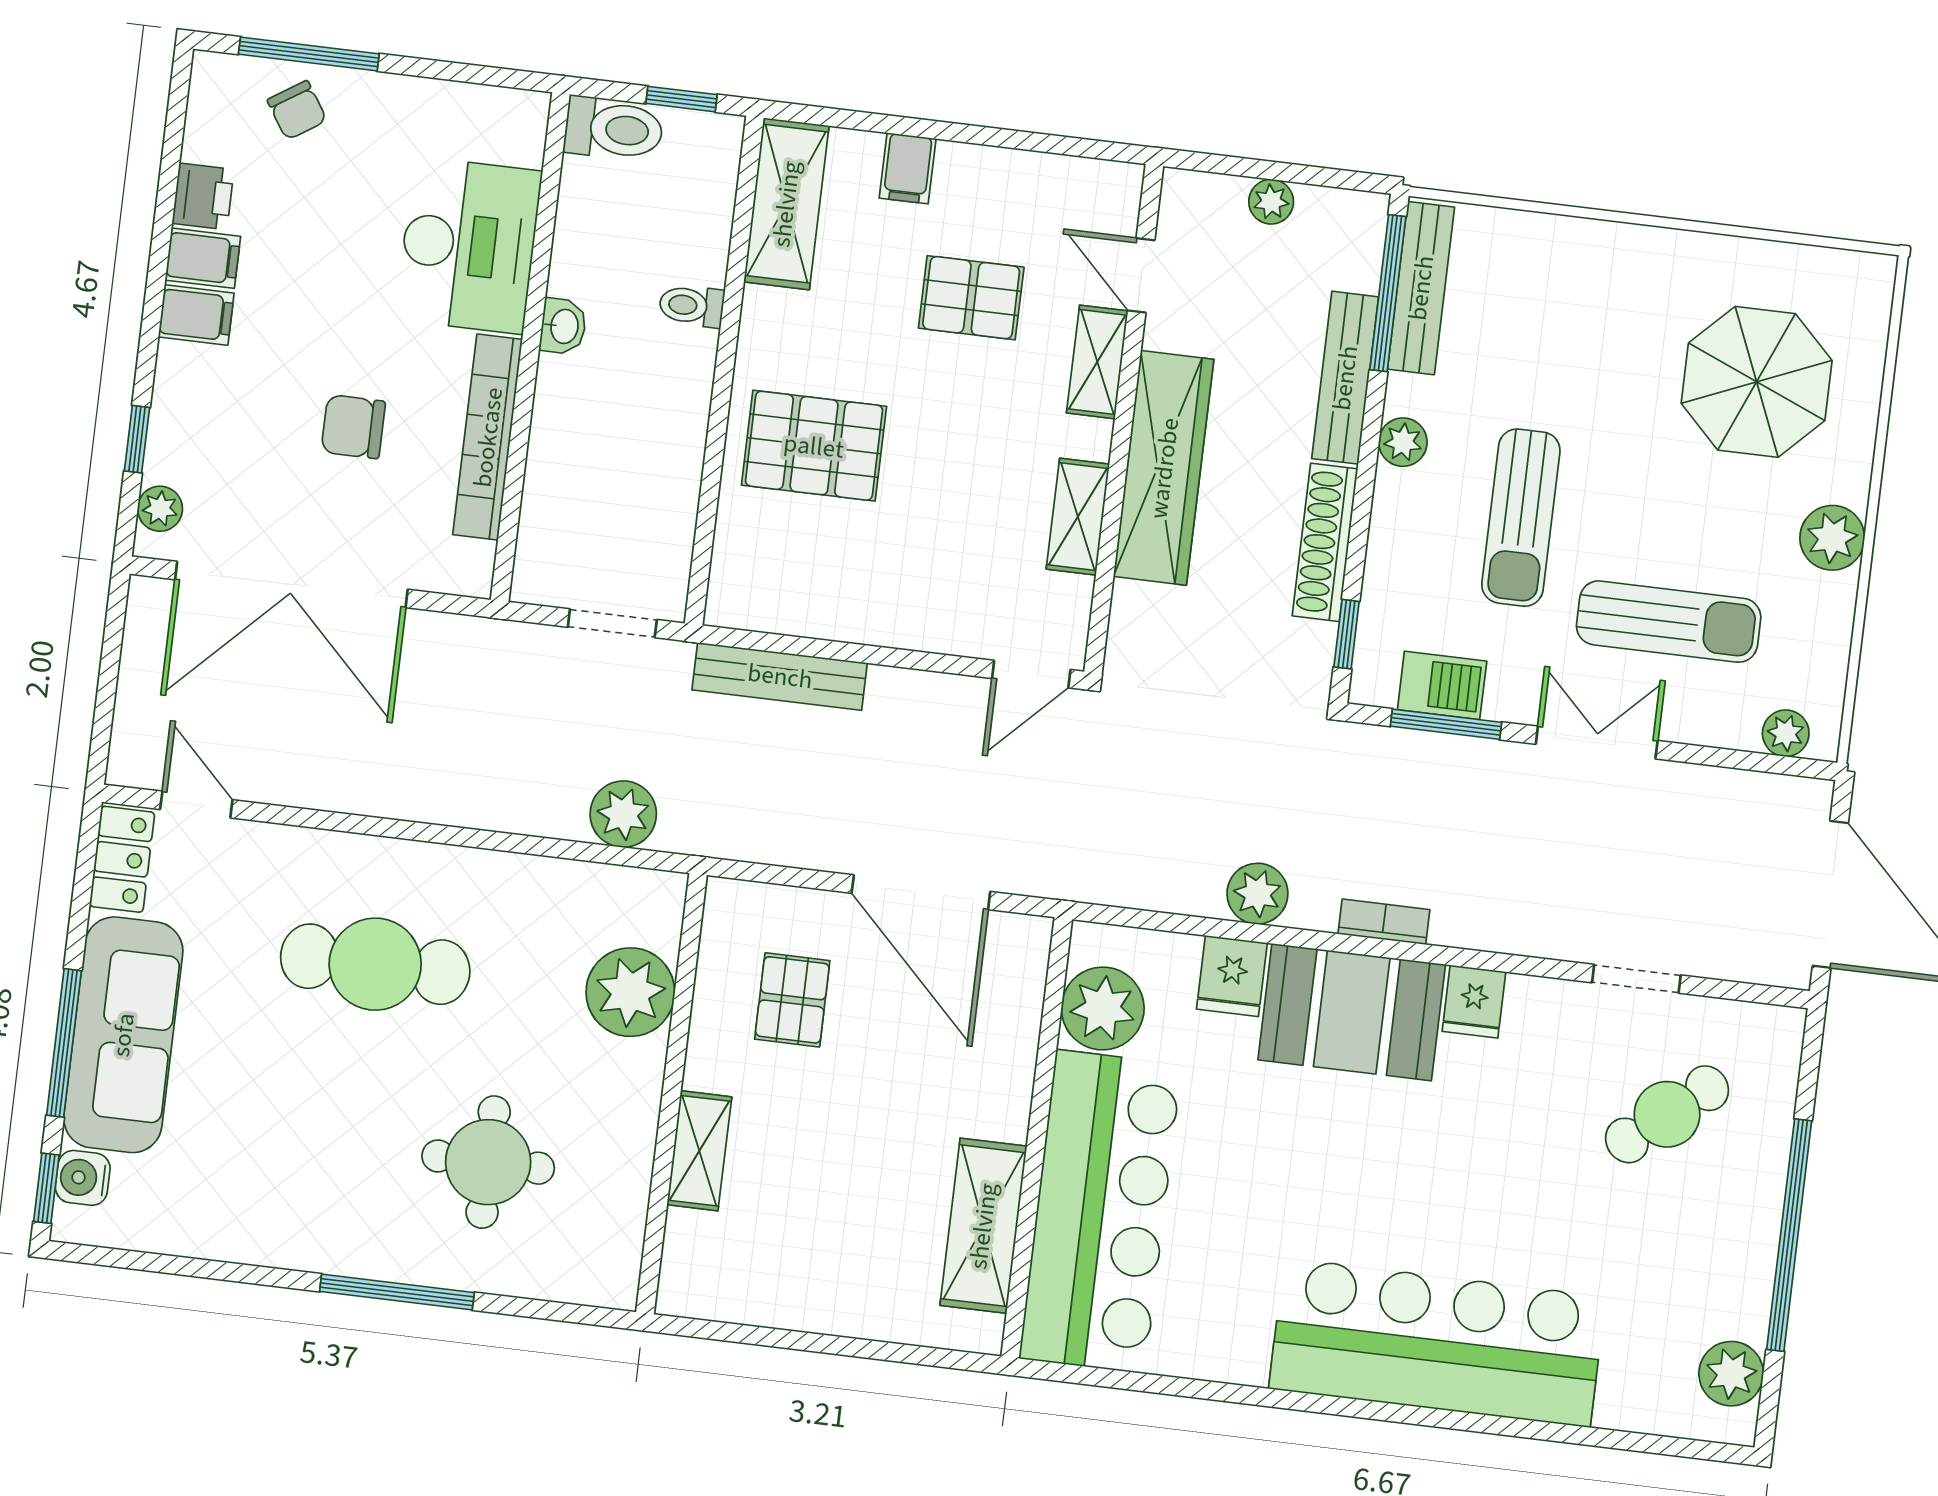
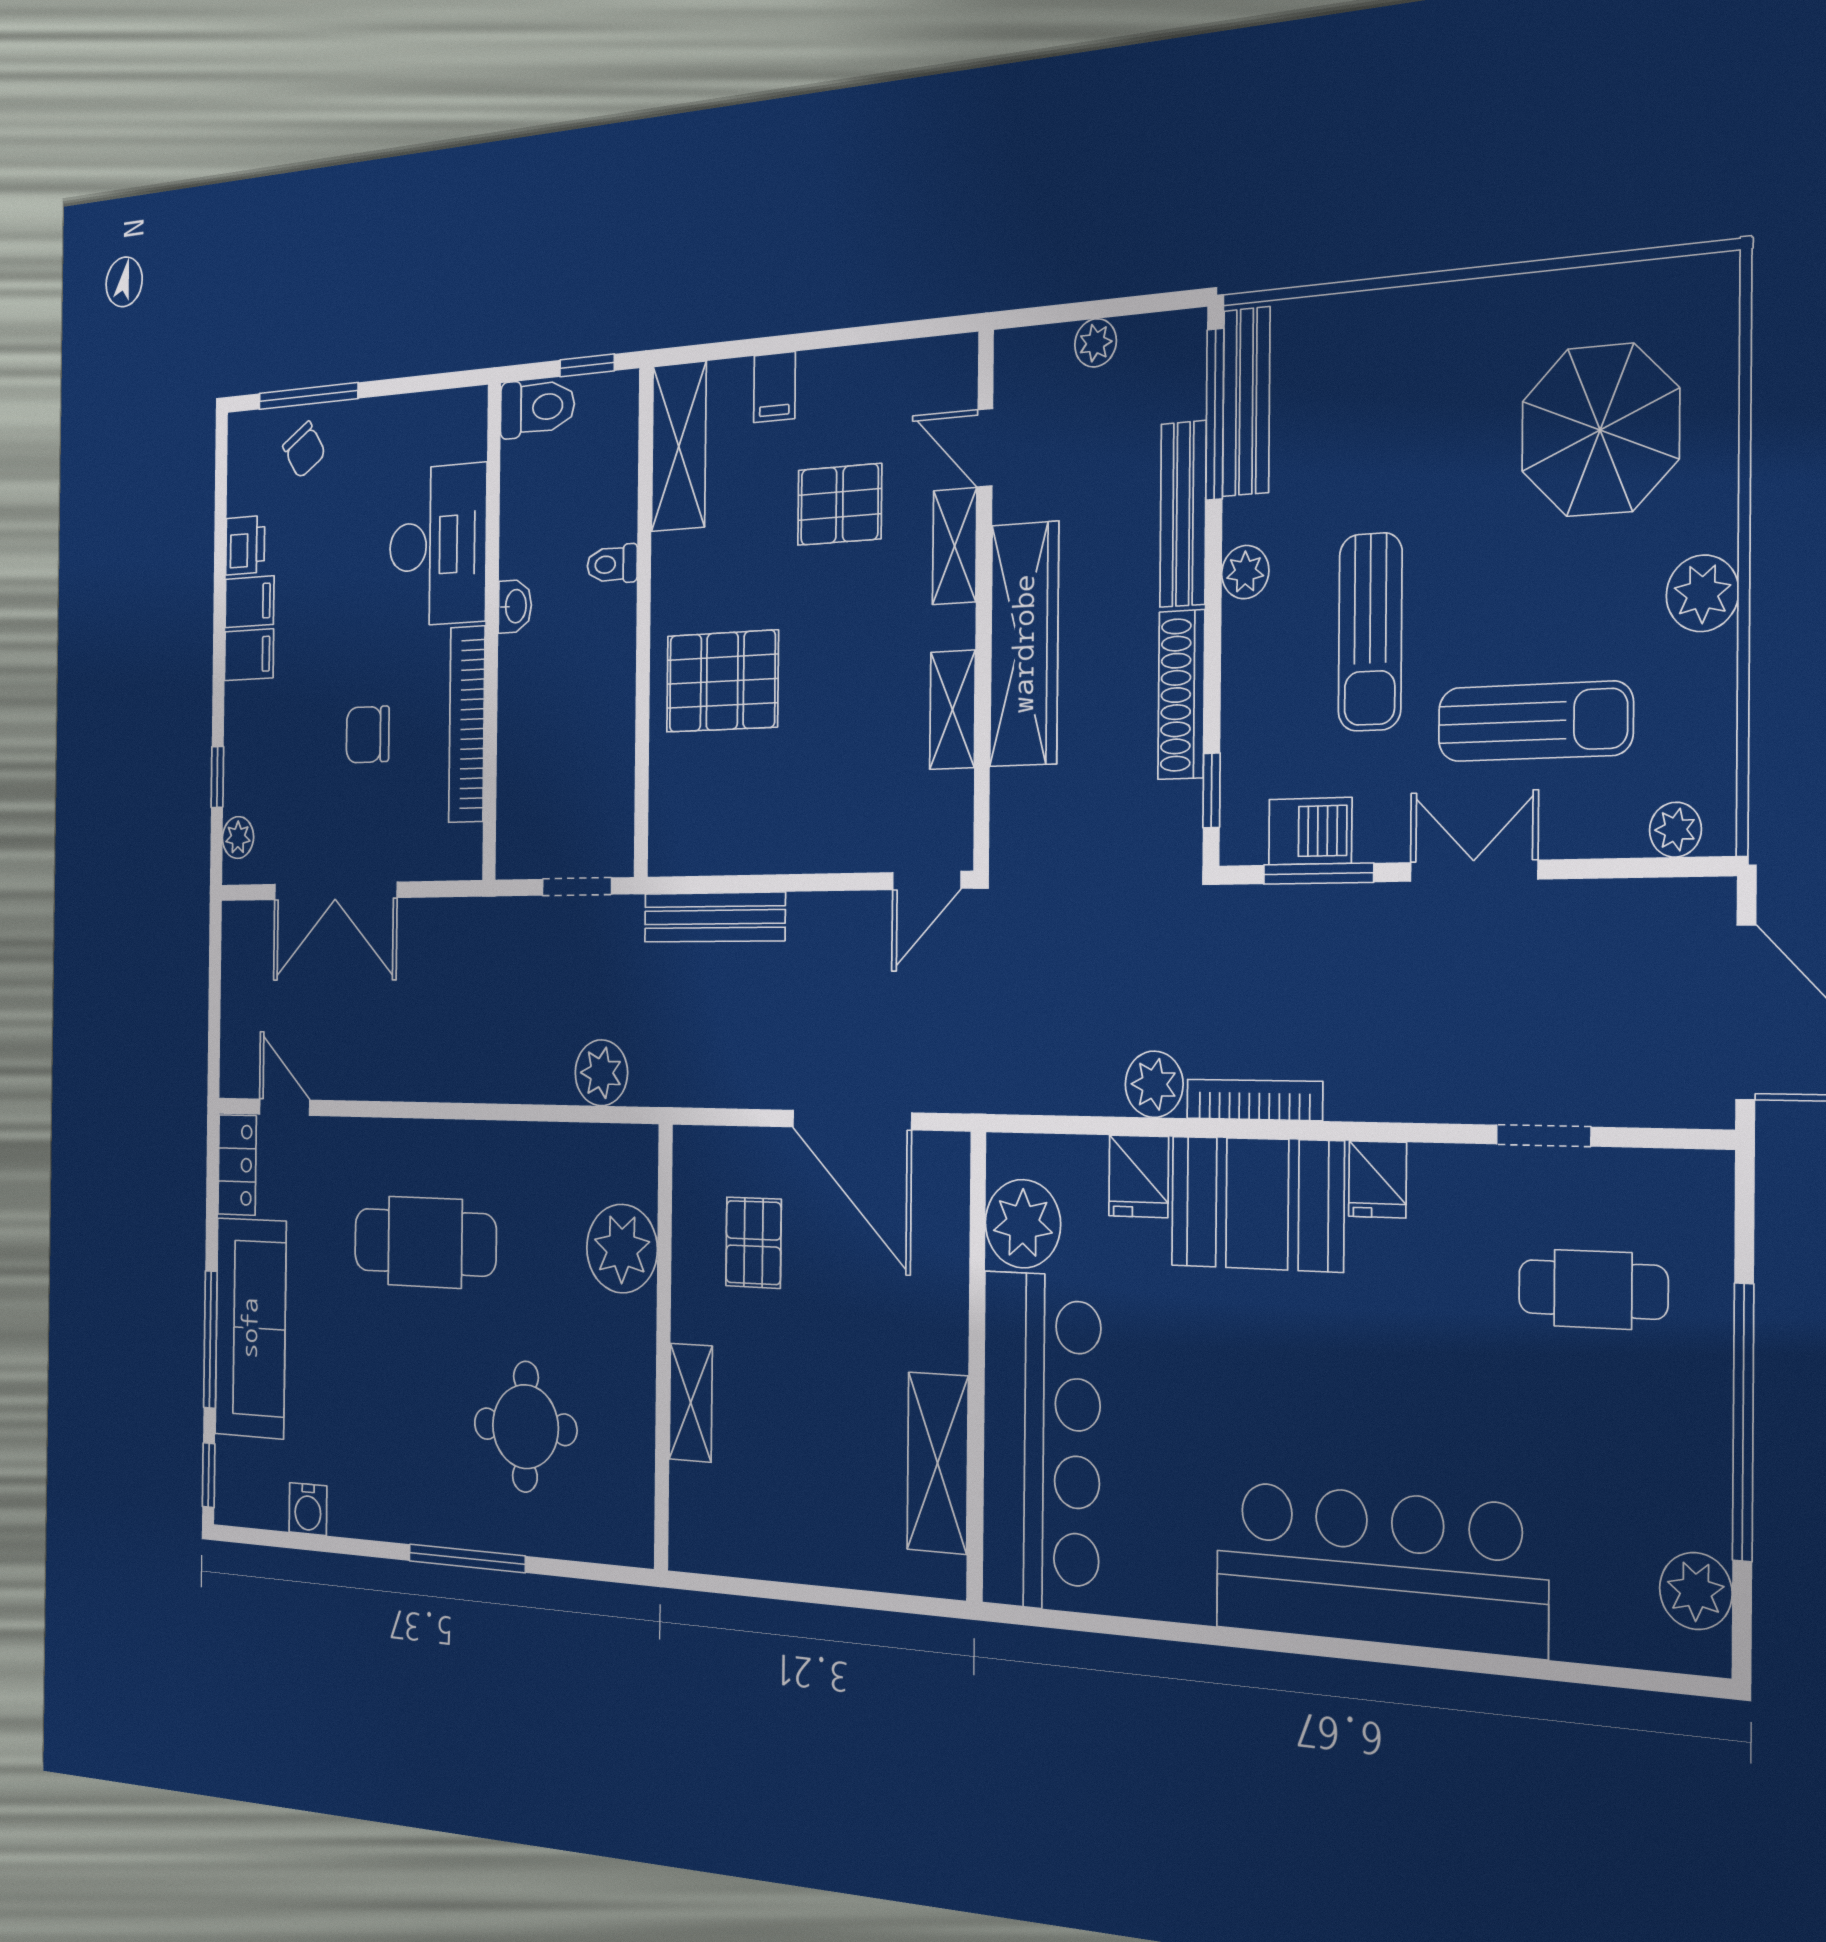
double door: (291, 584) -> (335, 891), width x0.73
bookcase: (1384, 922) -> (1254, 1100), width x1.56
cafe table: (1667, 1114) -> (1593, 1289), turned 40
water cooler: (83, 1178) -> (308, 1509), moved, turned -90

